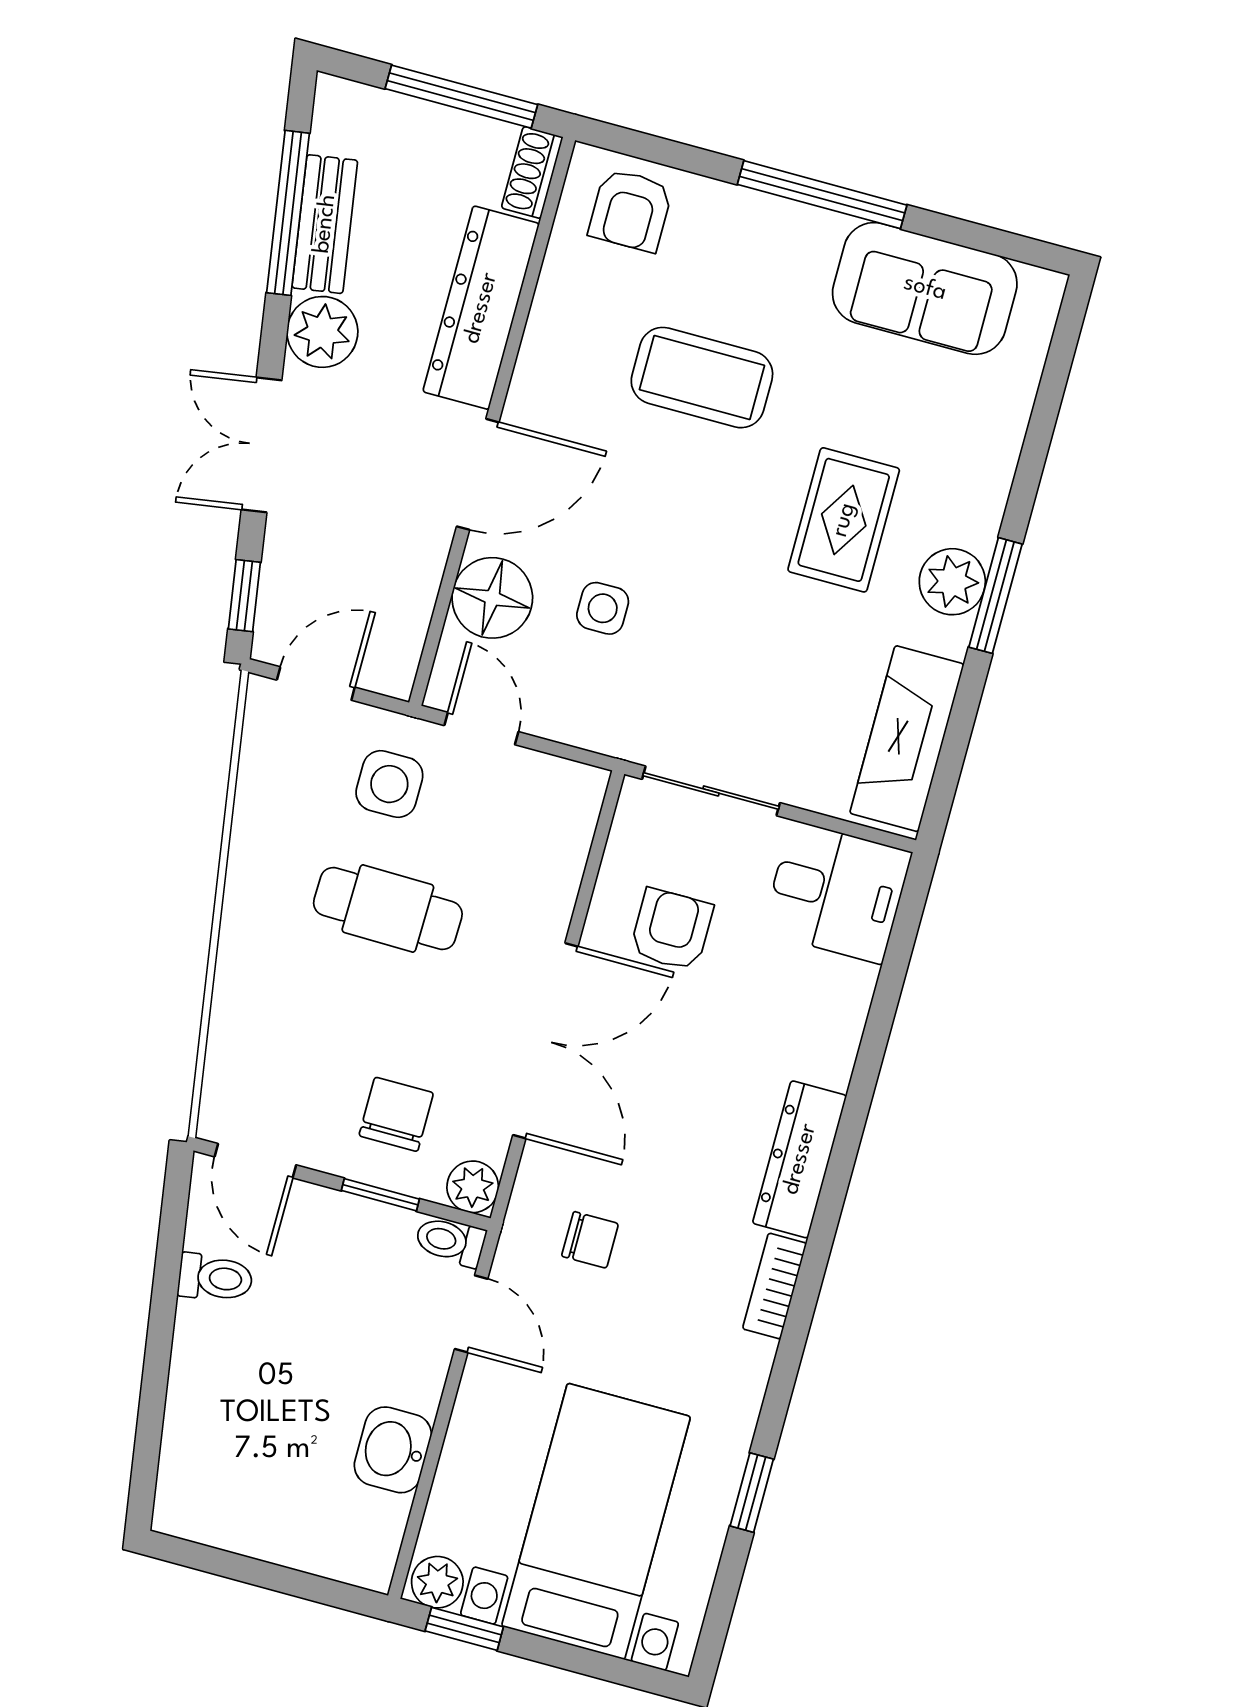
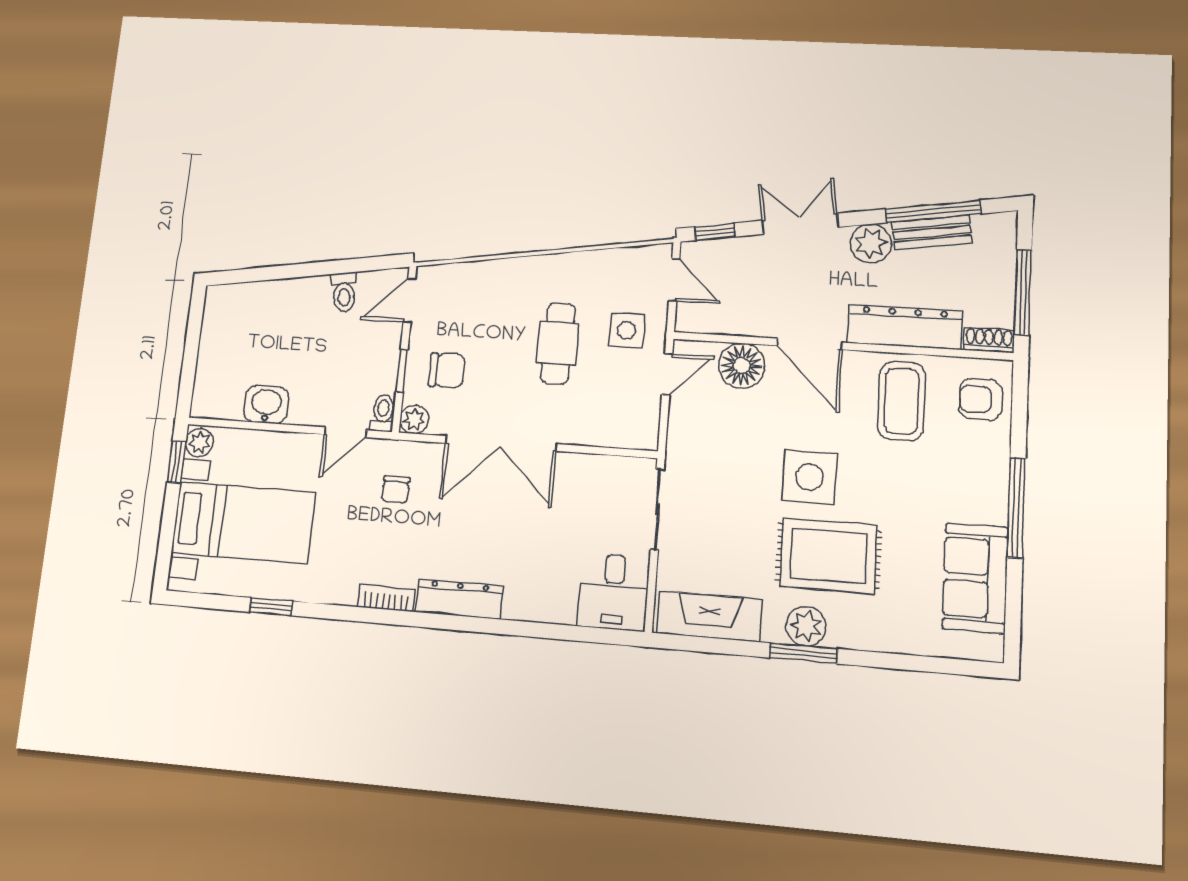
coffee table: (702, 378) -> (902, 401), moved
rug: (844, 520) -> (828, 556), width x1.36, depth x1.43
side table: (603, 608) -> (809, 477), moved, width x1.87, depth x1.87
armchair: (671, 929) -> (575, 502), removed

